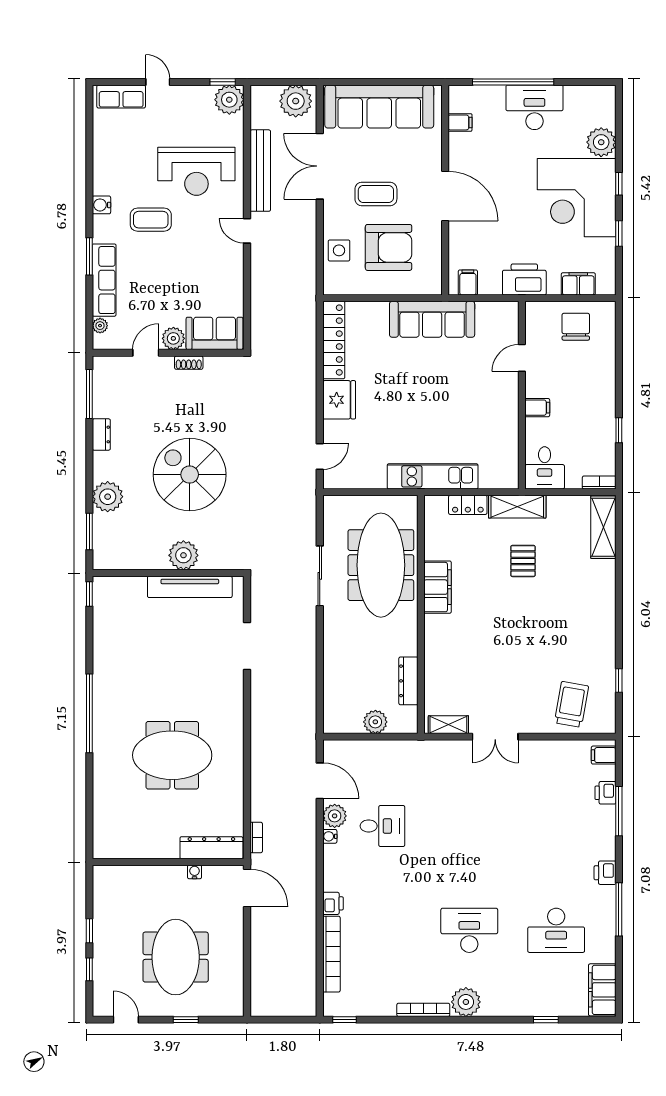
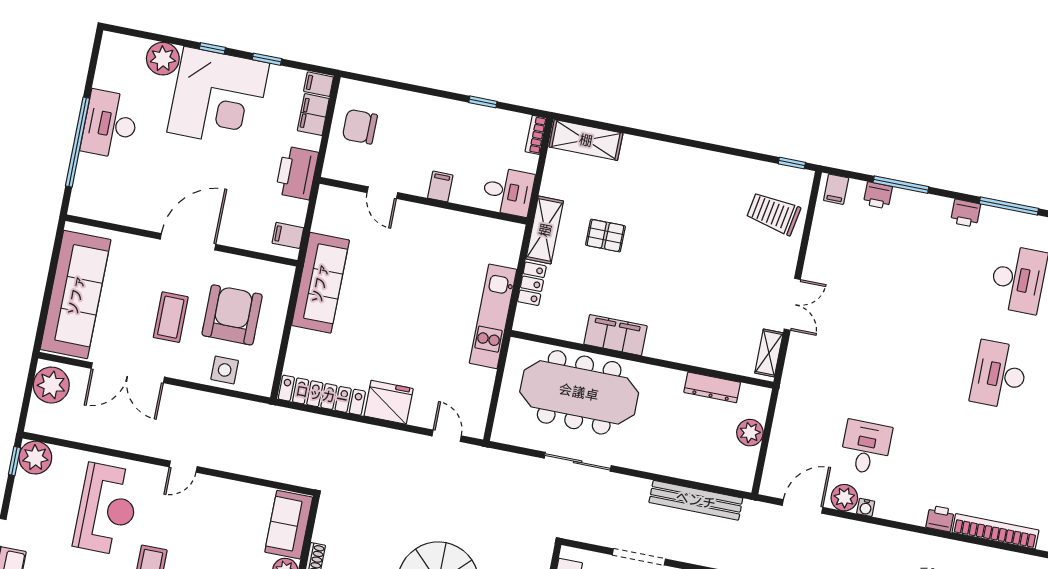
filing cabinet: (460, 122) -> (319, 84), moved, turned -90
bench: (260, 171) -> (696, 500), moved
window: (619, 680) -> (792, 163), moved

